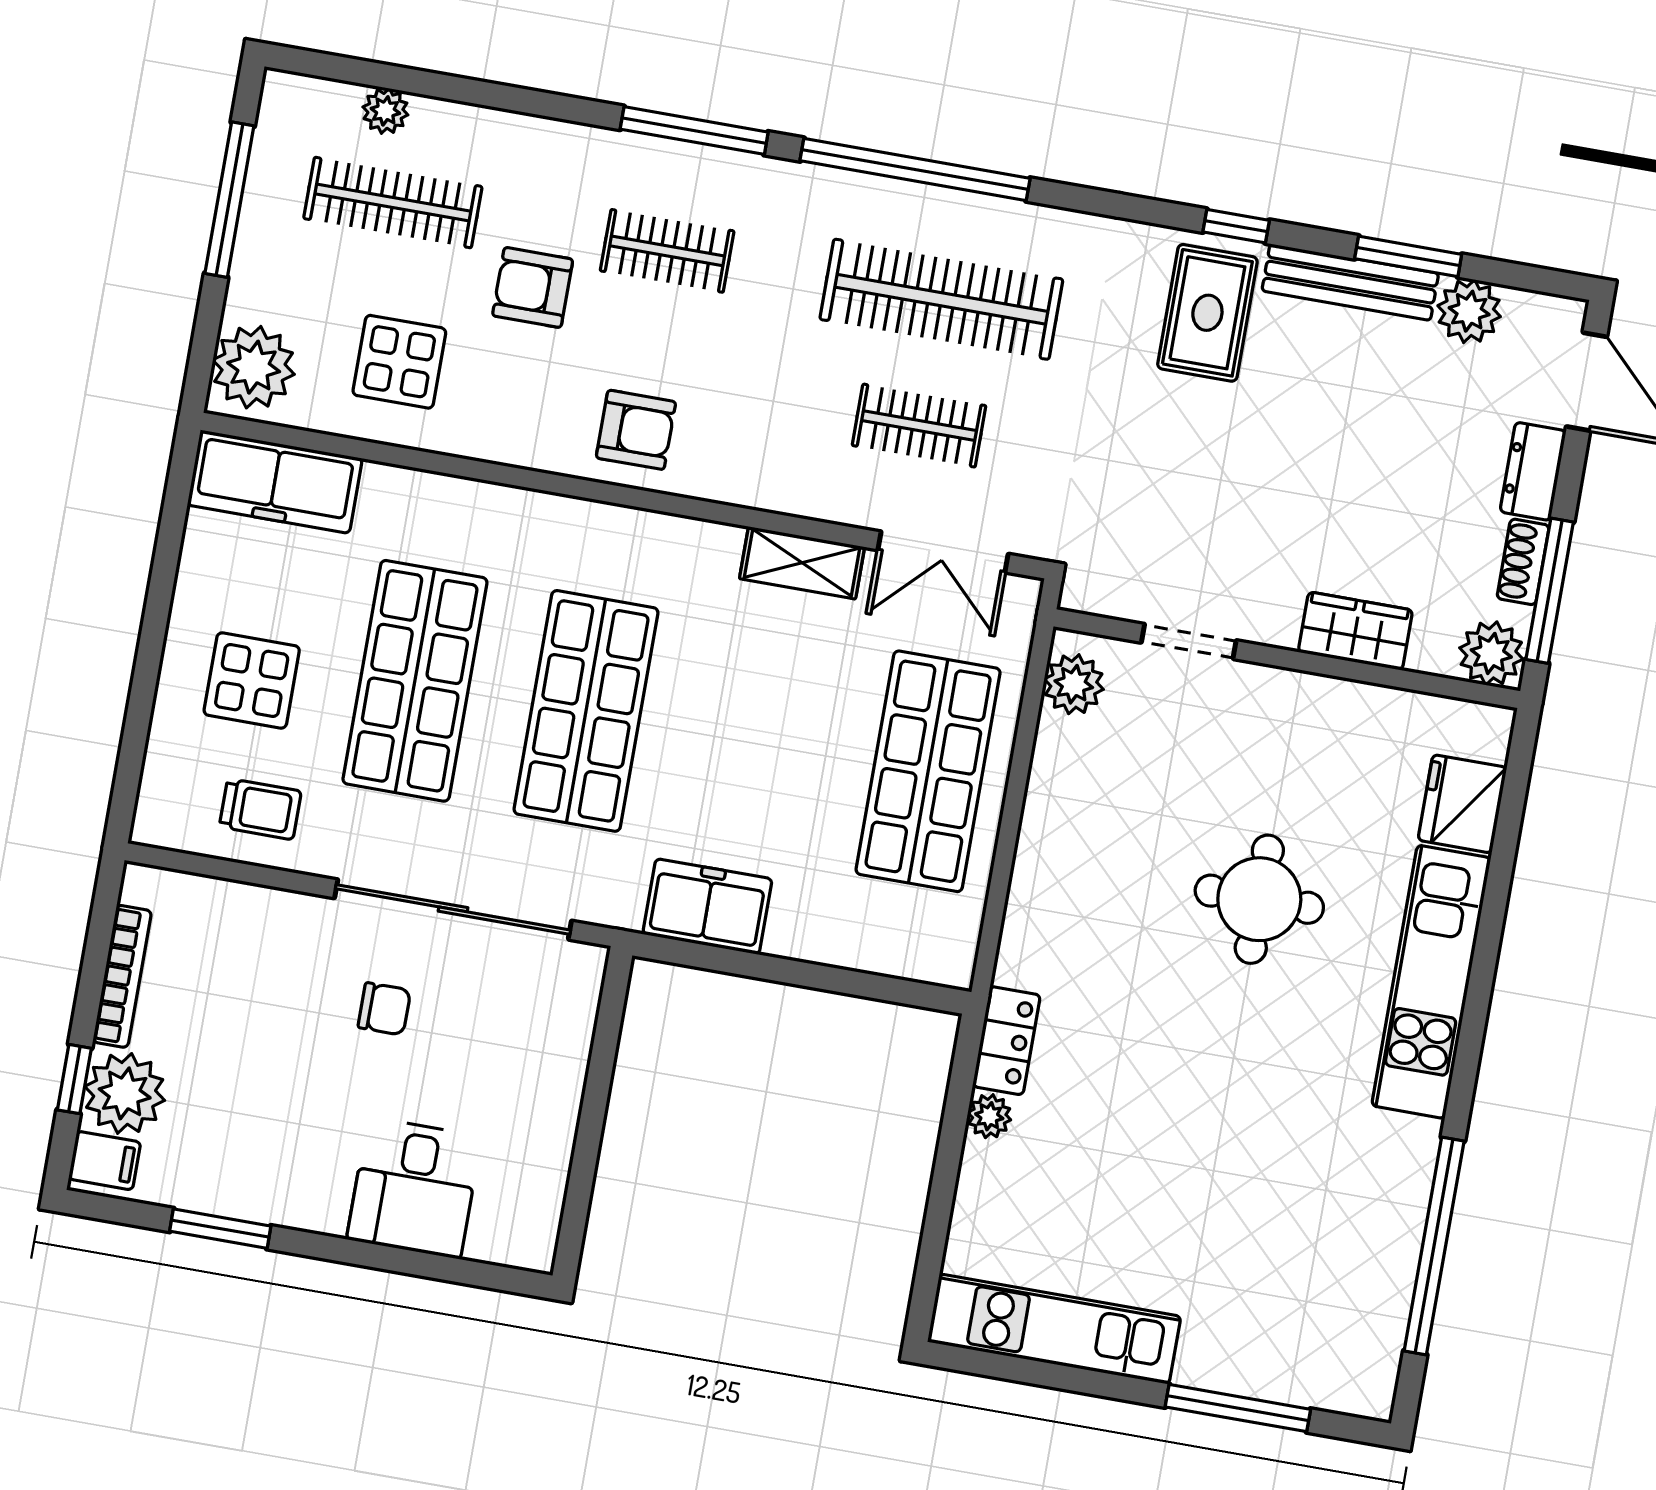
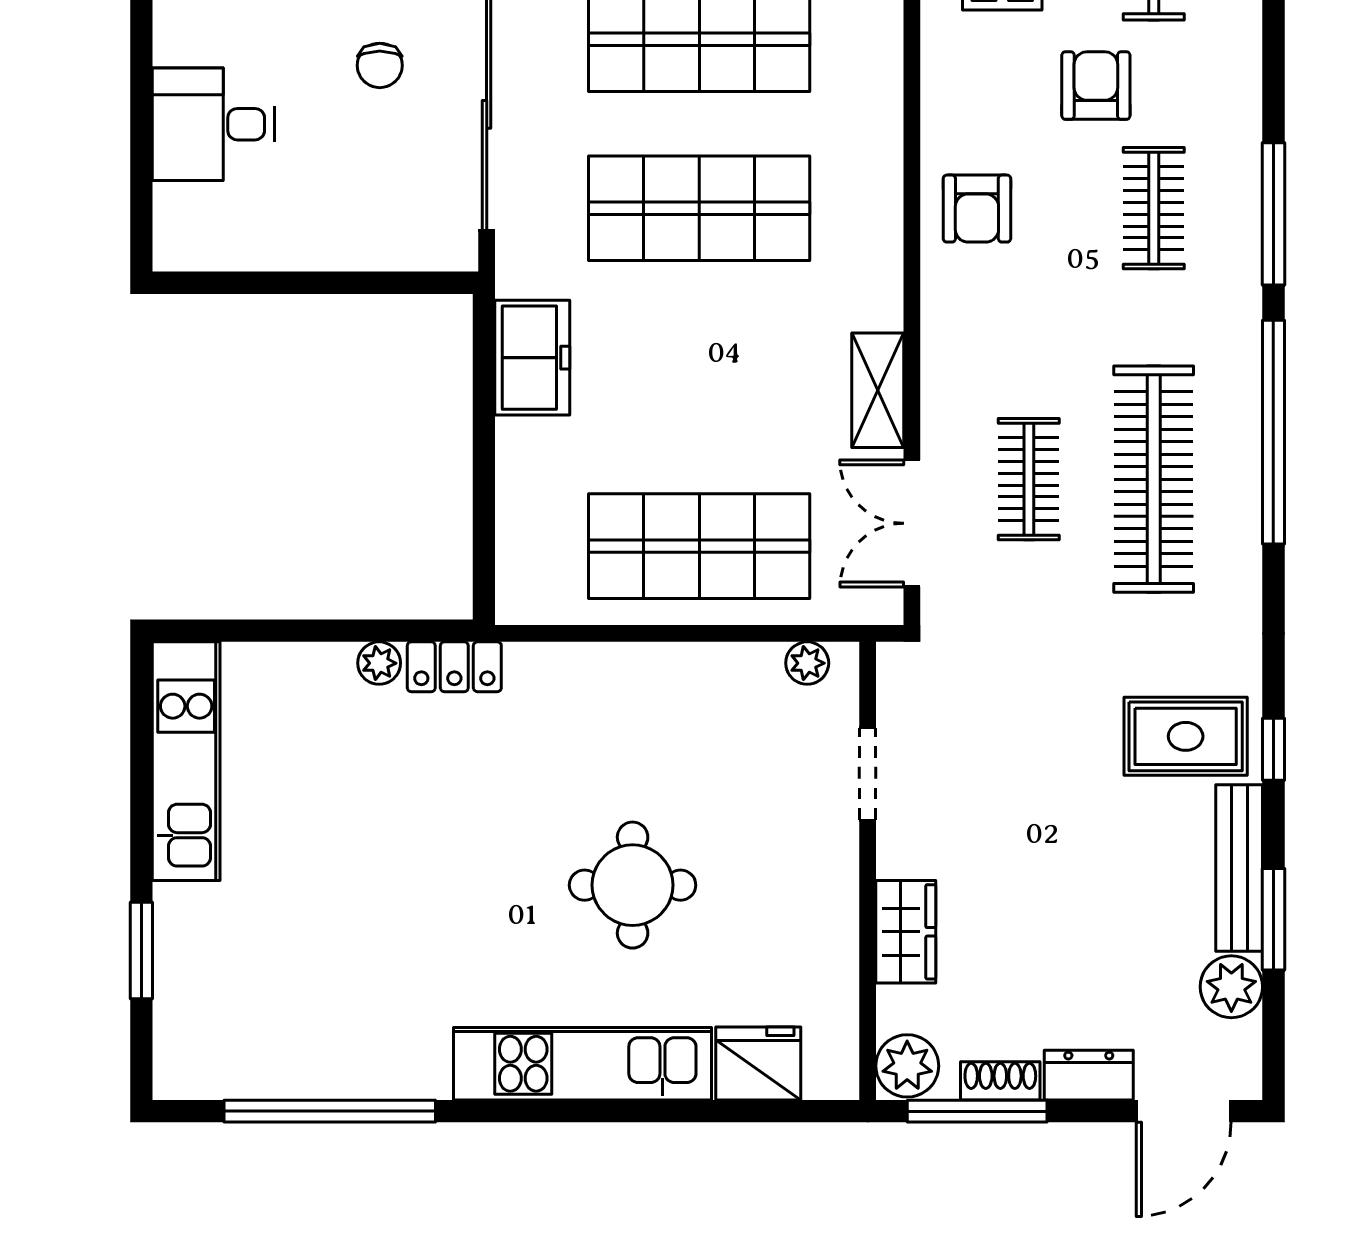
plant: (1074, 684) -> (807, 663), width x0.73, depth x0.73
window: (1238, 1408) -> (141, 951), width x0.69

